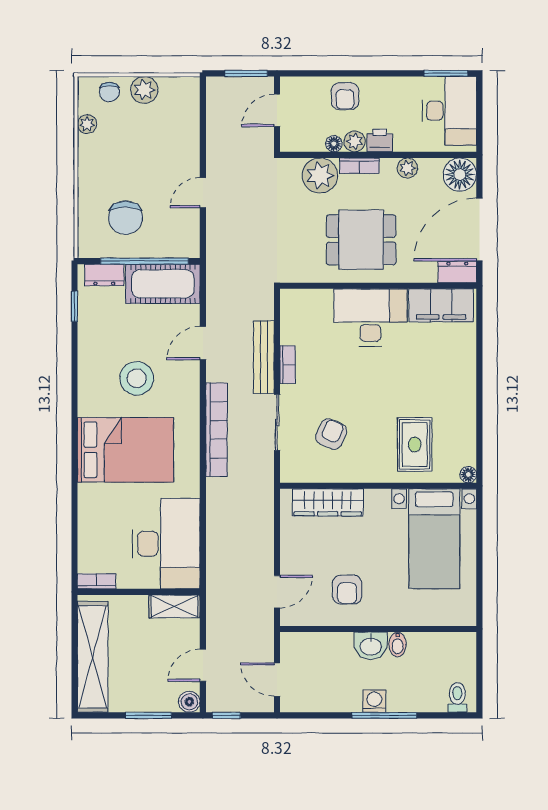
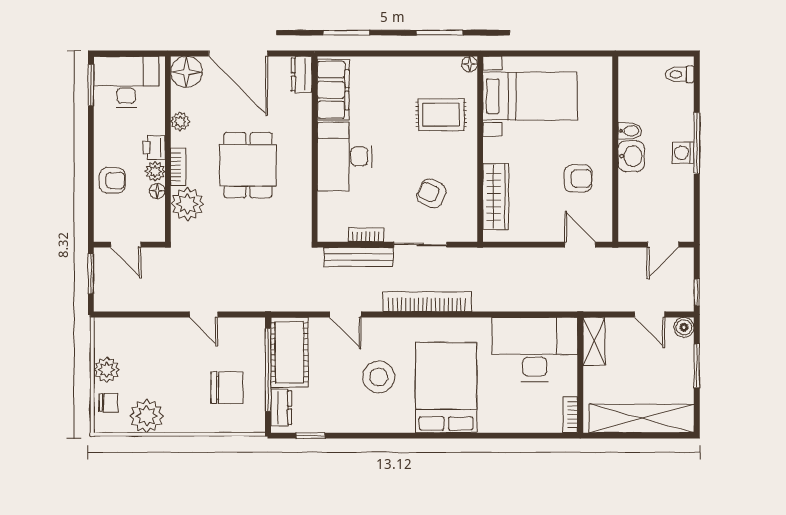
plant: (87, 124) -> (147, 416), width x1.88, depth x1.88
dresser: (457, 272) -> (302, 74), moved
wall: (378, 286) -> (315, 149), moved
filing cabinet: (441, 305) -> (333, 90), moved
desk: (370, 317) -> (345, 156), moved

